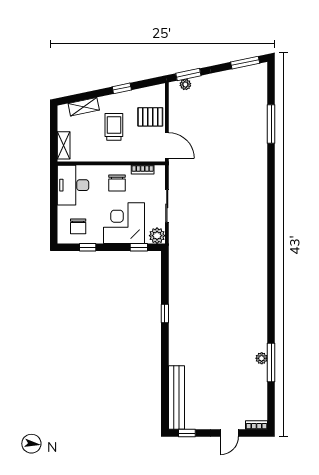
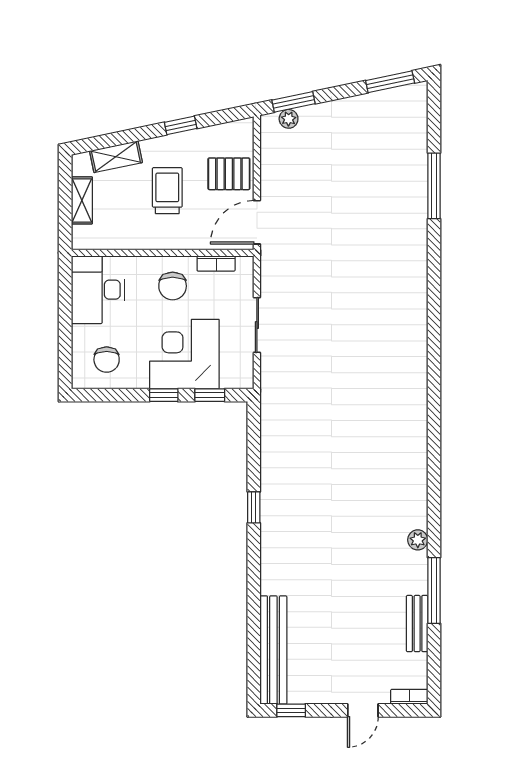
shelving: (64, 145) -> (82, 200), moved
door: (167, 145) -> (257, 222), swing flipped
plant: (157, 236) -> (240, 375), removed
window: (88, 247) -> (164, 395), moved
plant: (262, 358) -> (418, 540), moved
bench: (261, 382) -> (417, 624), added

